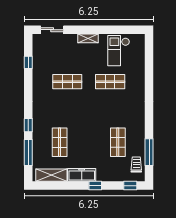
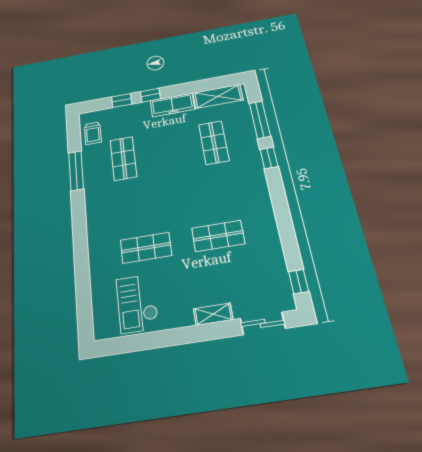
shelving: (88, 38) -> (213, 314), moved
checkout: (119, 51) -> (137, 303), turned 180
window: (28, 62) -> (299, 281), moved
window: (149, 152) -> (76, 171), moved
window: (130, 186) -> (122, 100), moved

